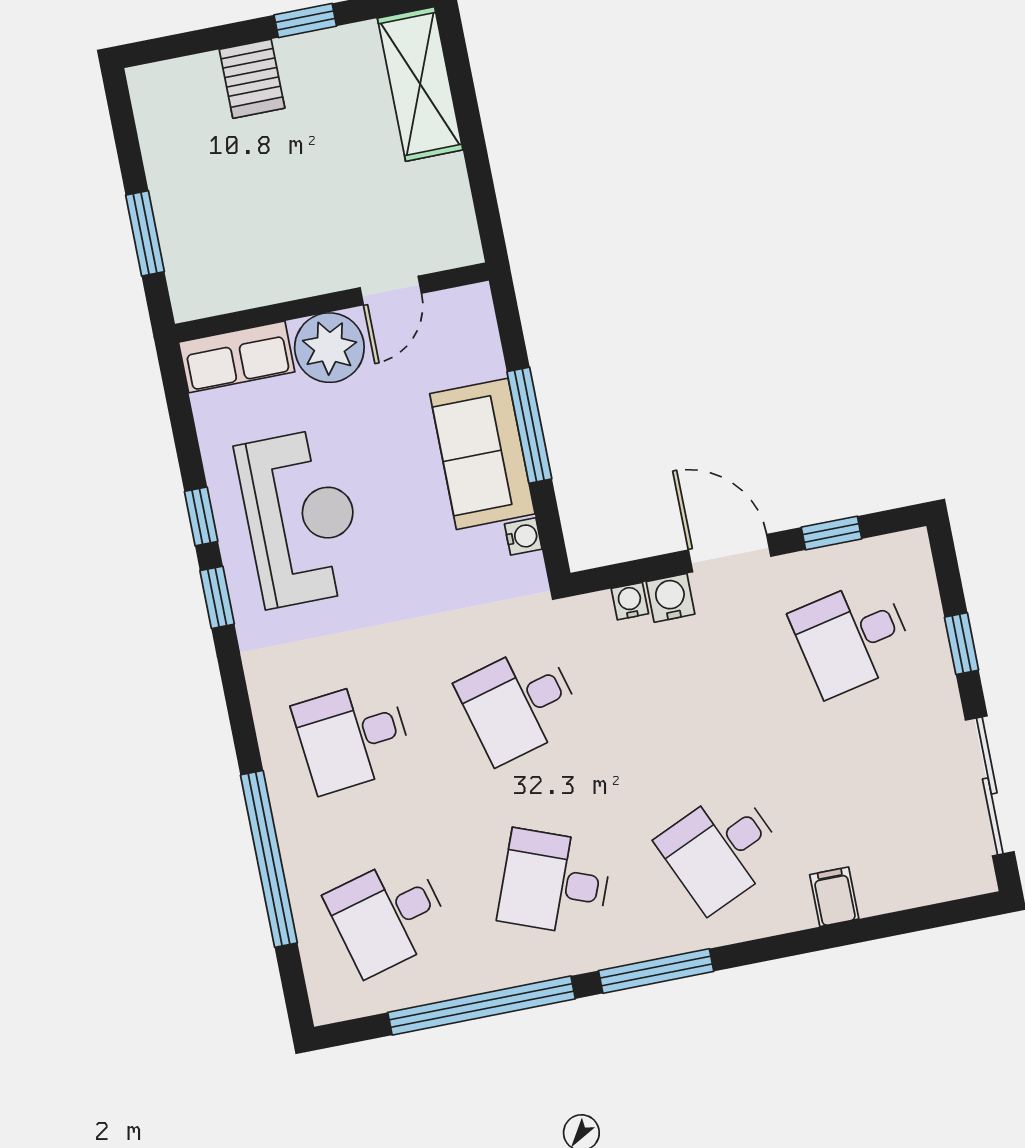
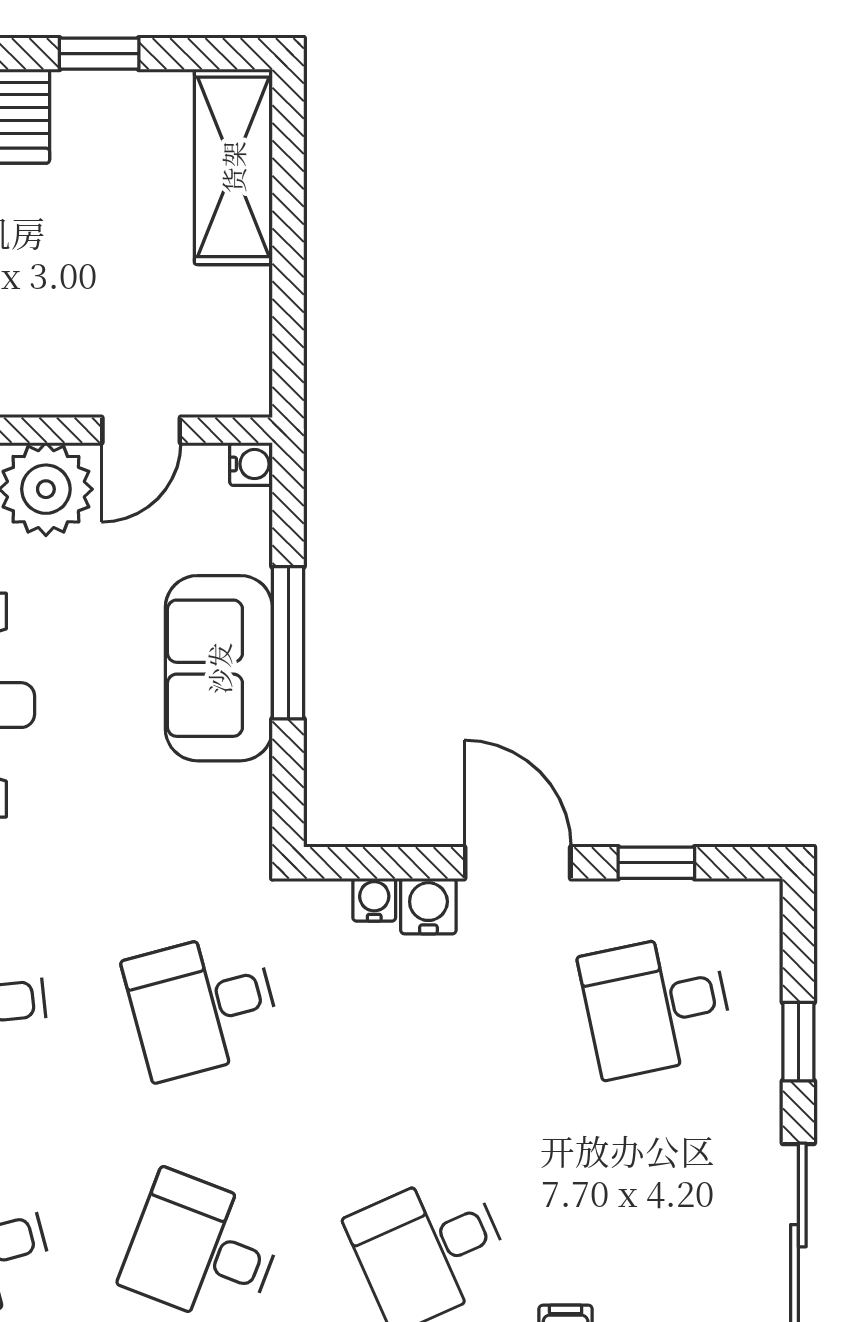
water cooler: (523, 536) -> (251, 464), moved

